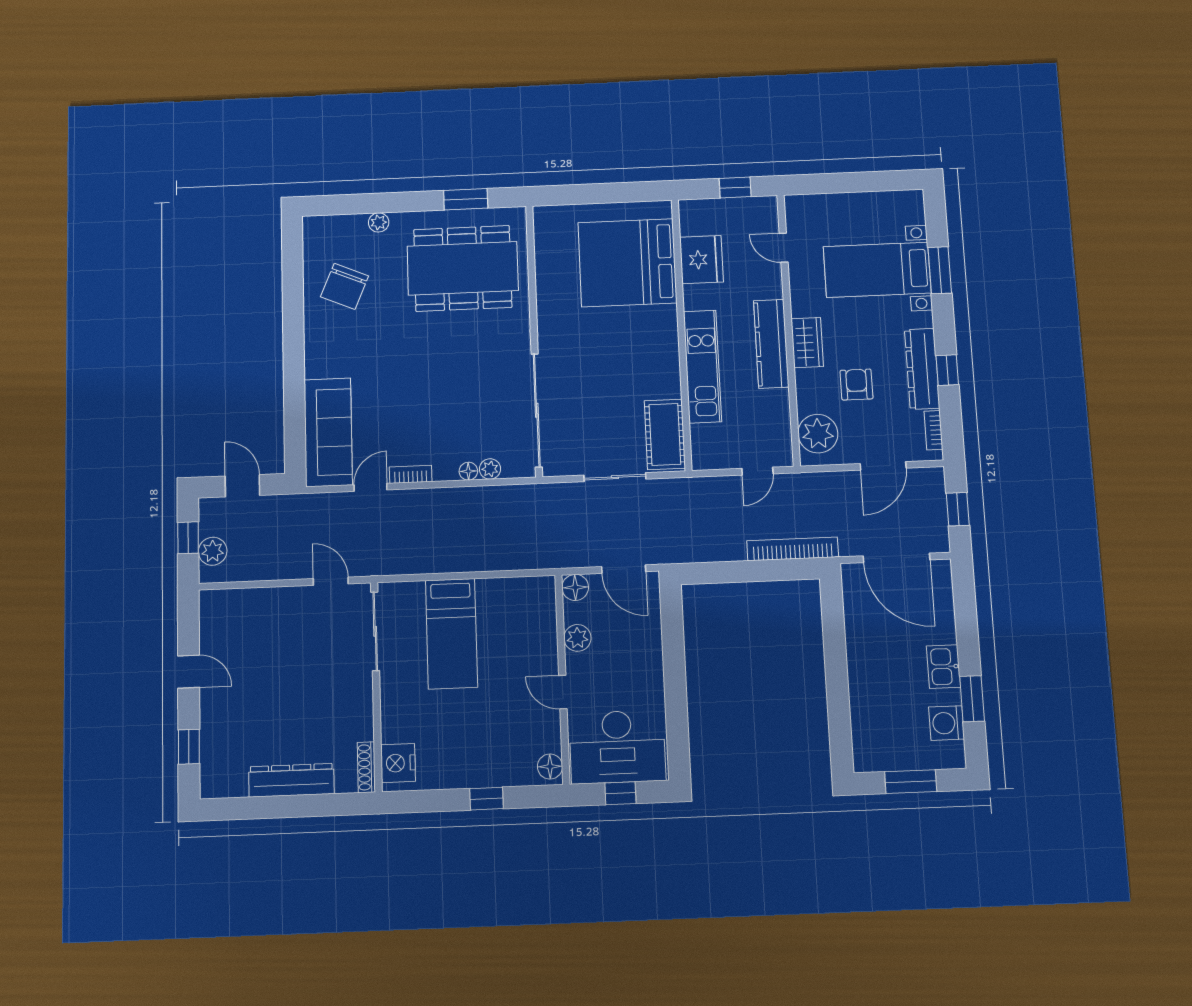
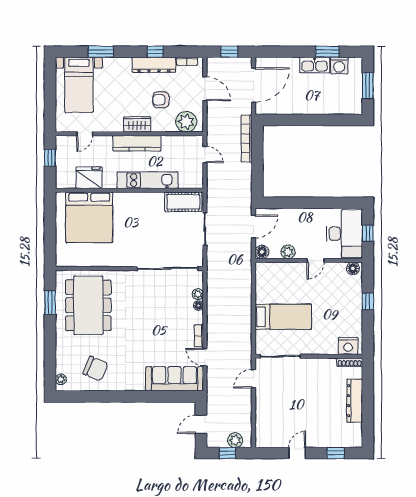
plant: (379, 222) -> (61, 379), moved
bed with nightstands: (877, 270) -> (79, 85), moved
kitchen sink: (944, 667) -> (315, 65), width x1.38

